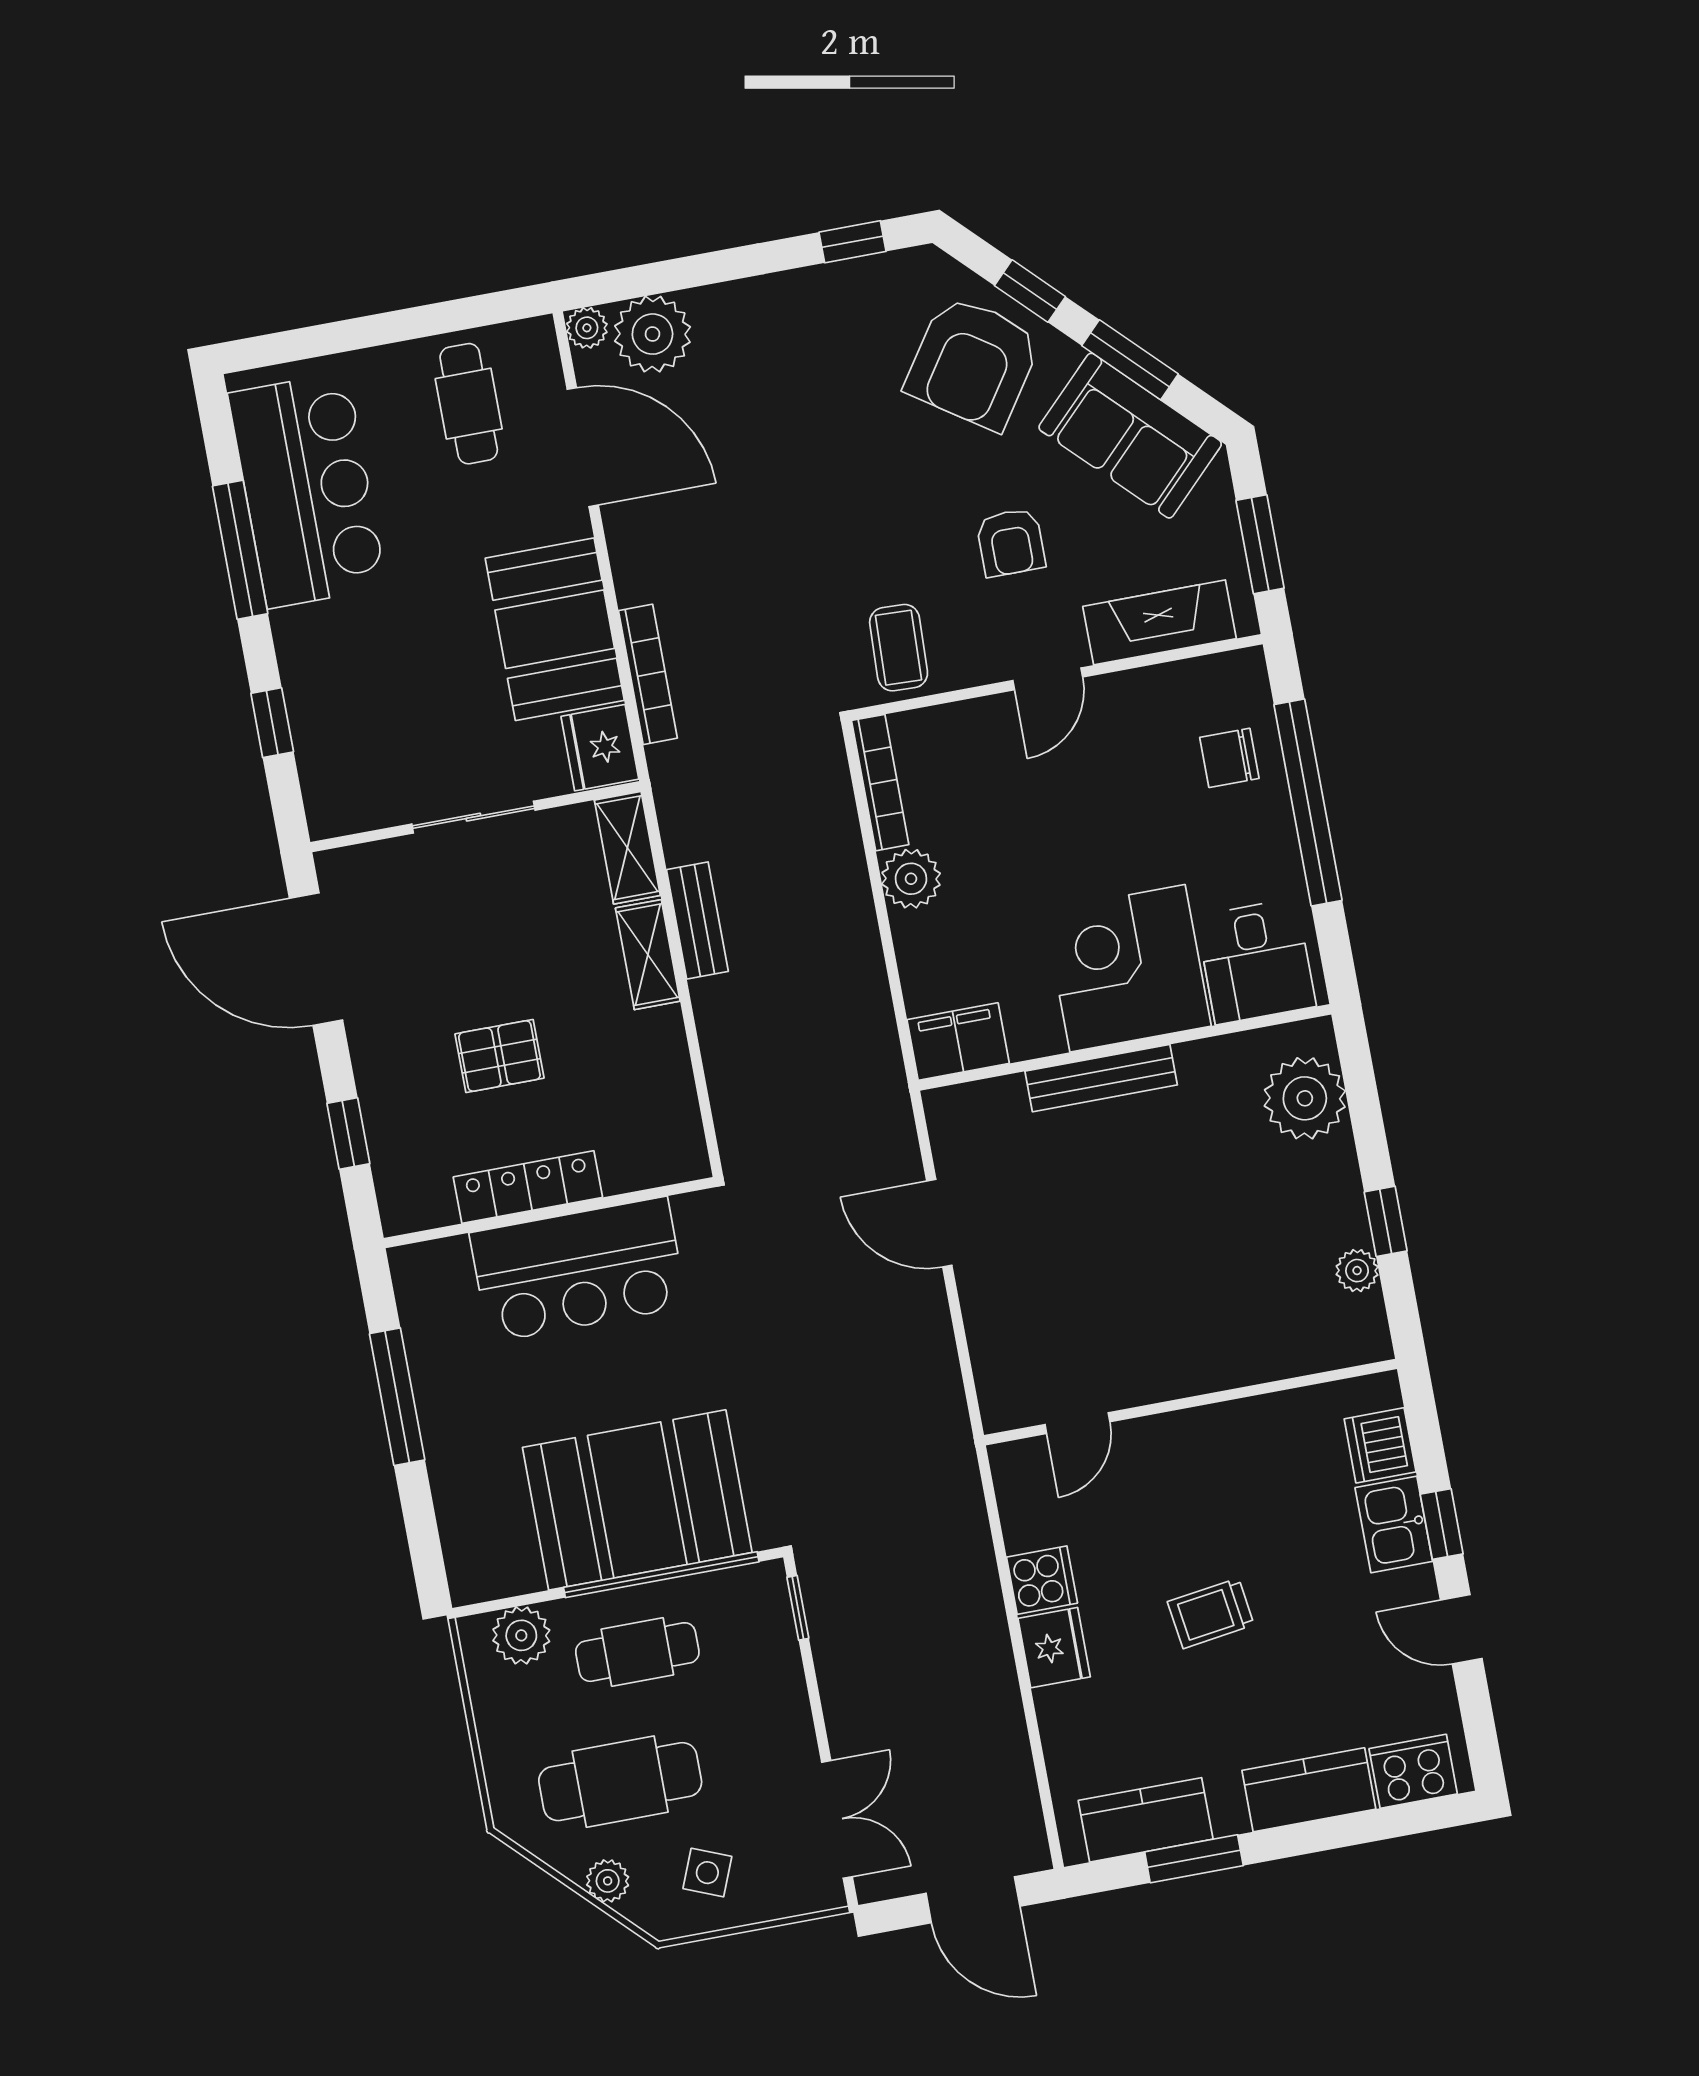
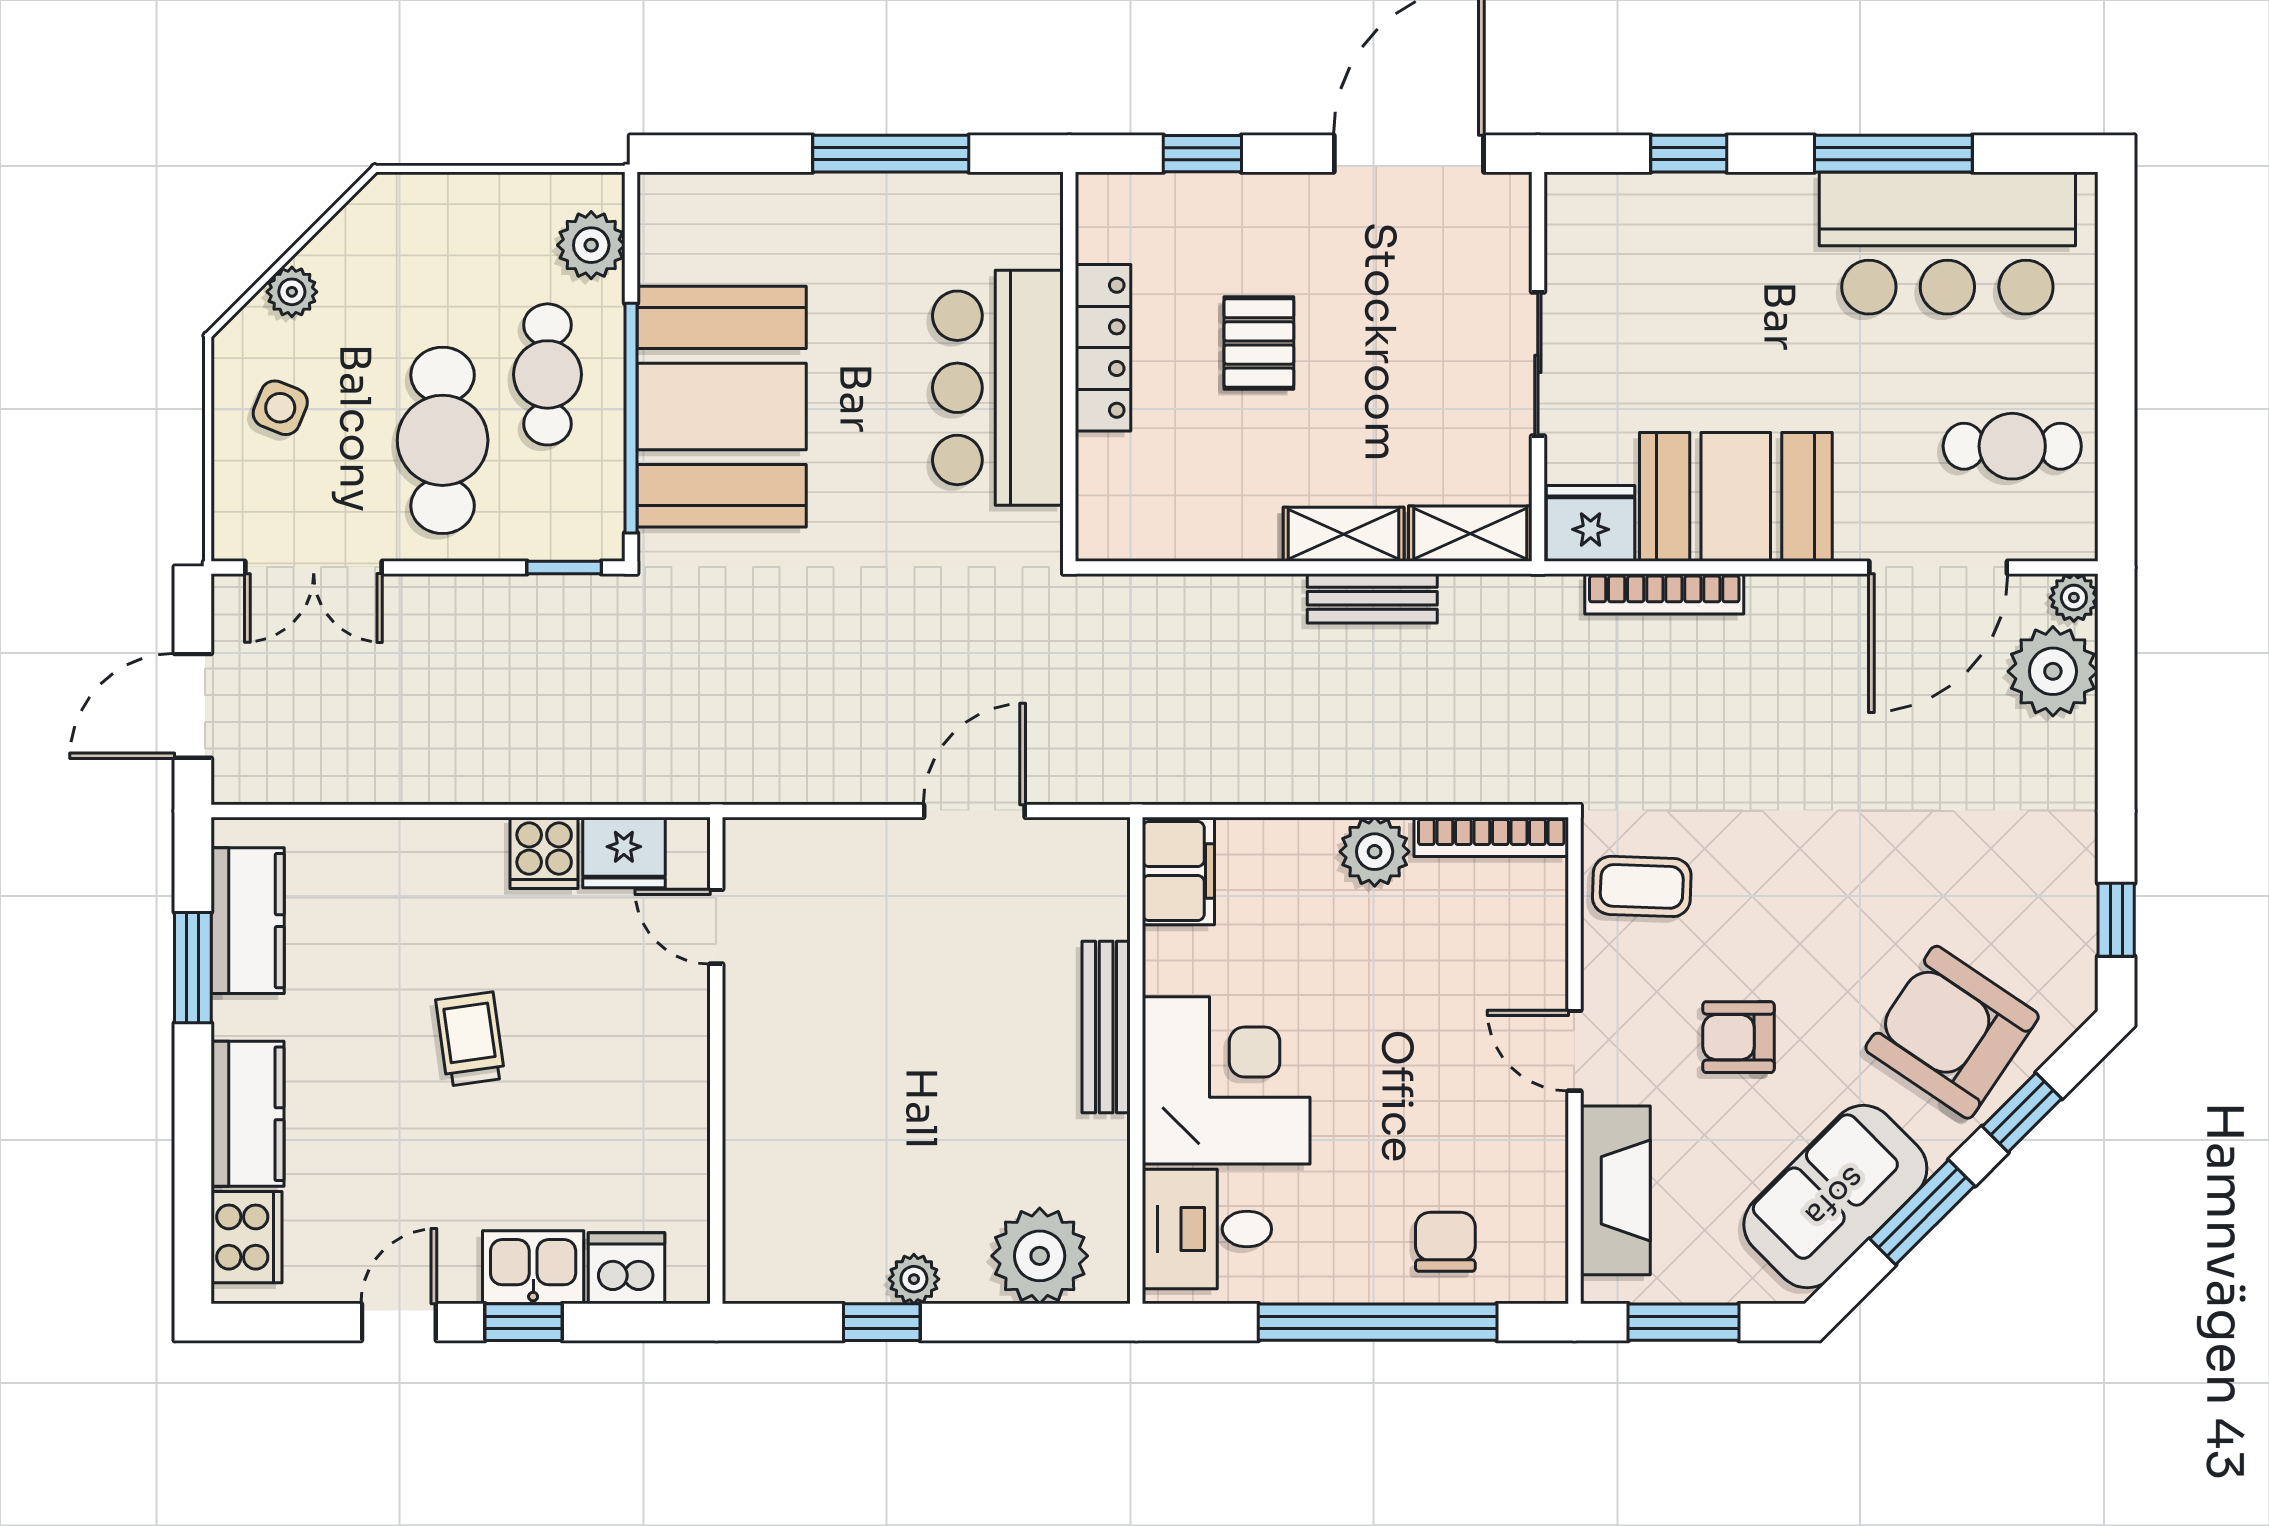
plant: (1357, 1271) -> (914, 1279), moved
fridge: (1054, 1648) -> (624, 852), moved
cafe table: (620, 1782) -> (443, 440), moved

